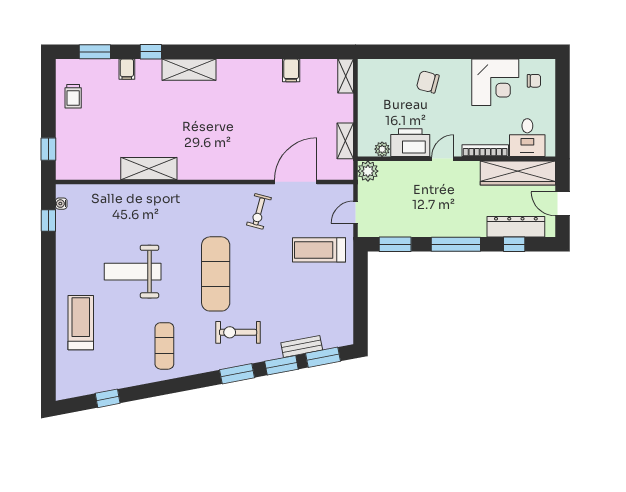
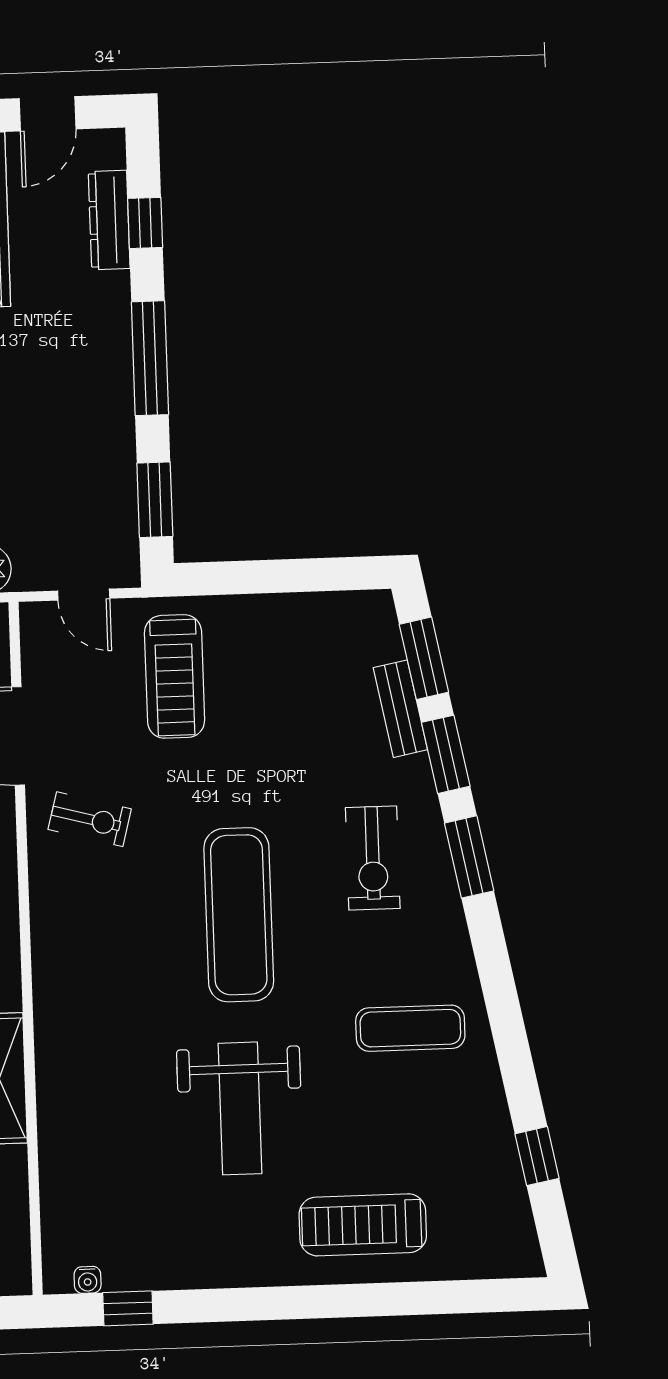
dresser: (516, 227) -> (109, 220), width x0.73, depth x0.80
exercise mat: (216, 274) -> (239, 915), turned 90

